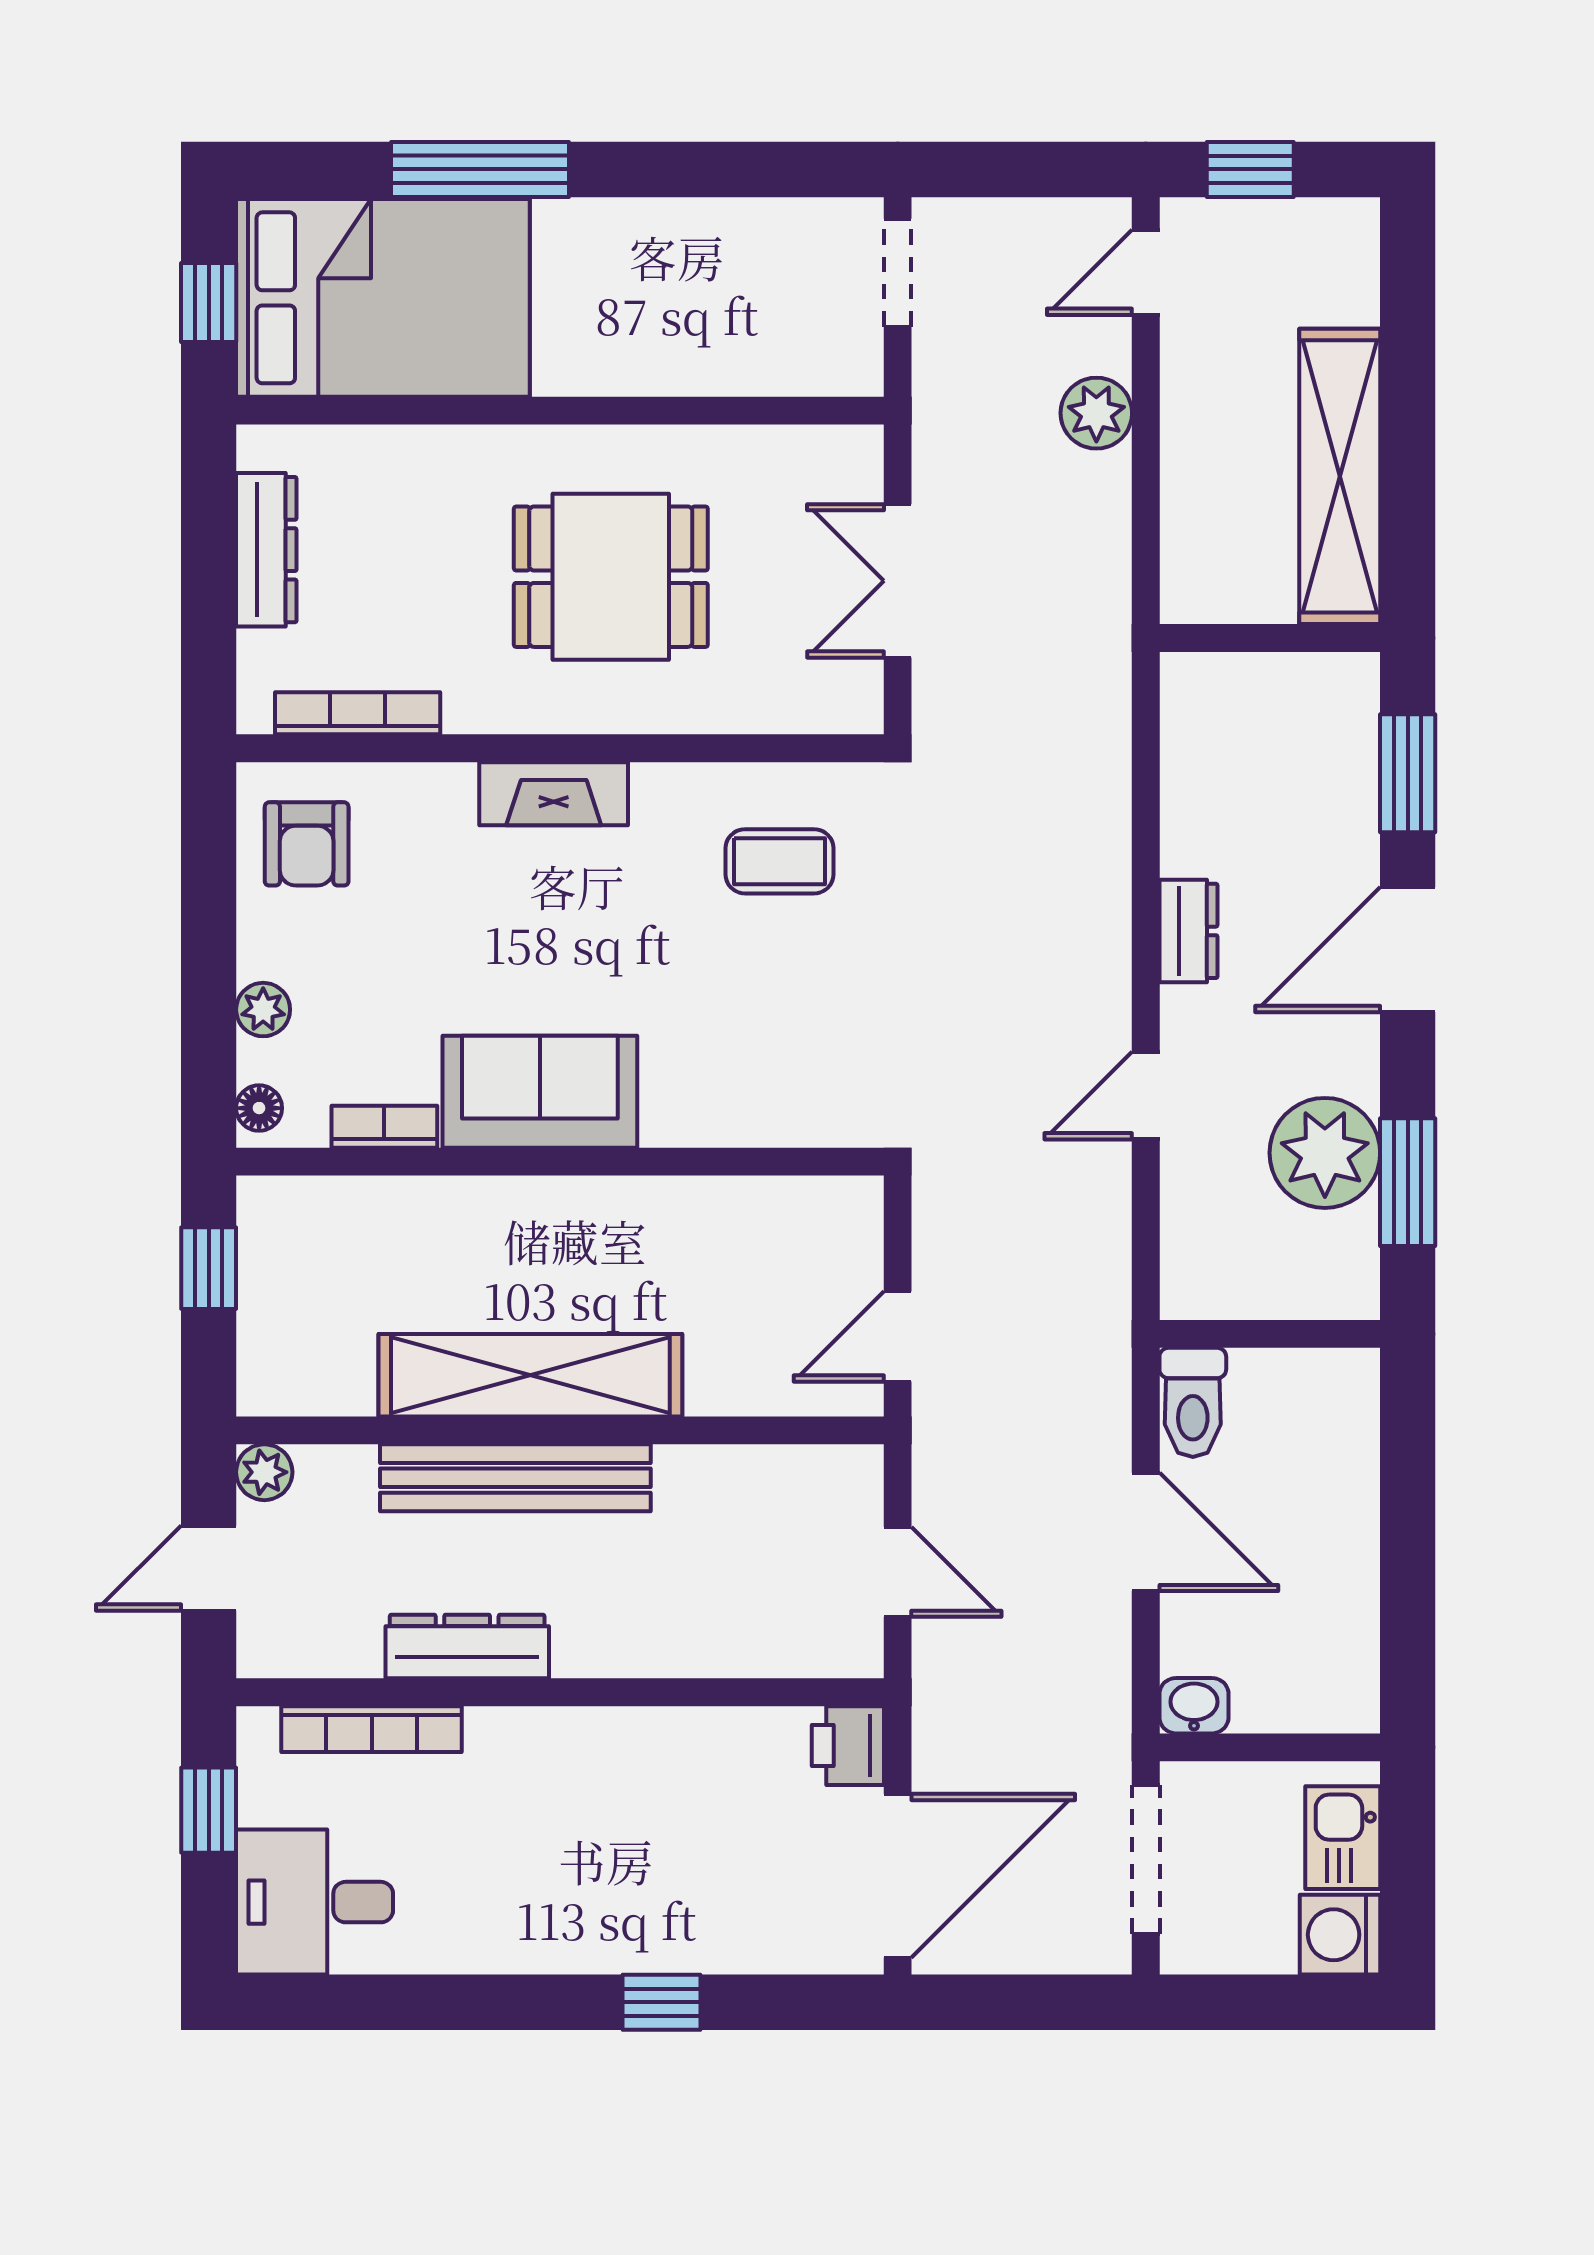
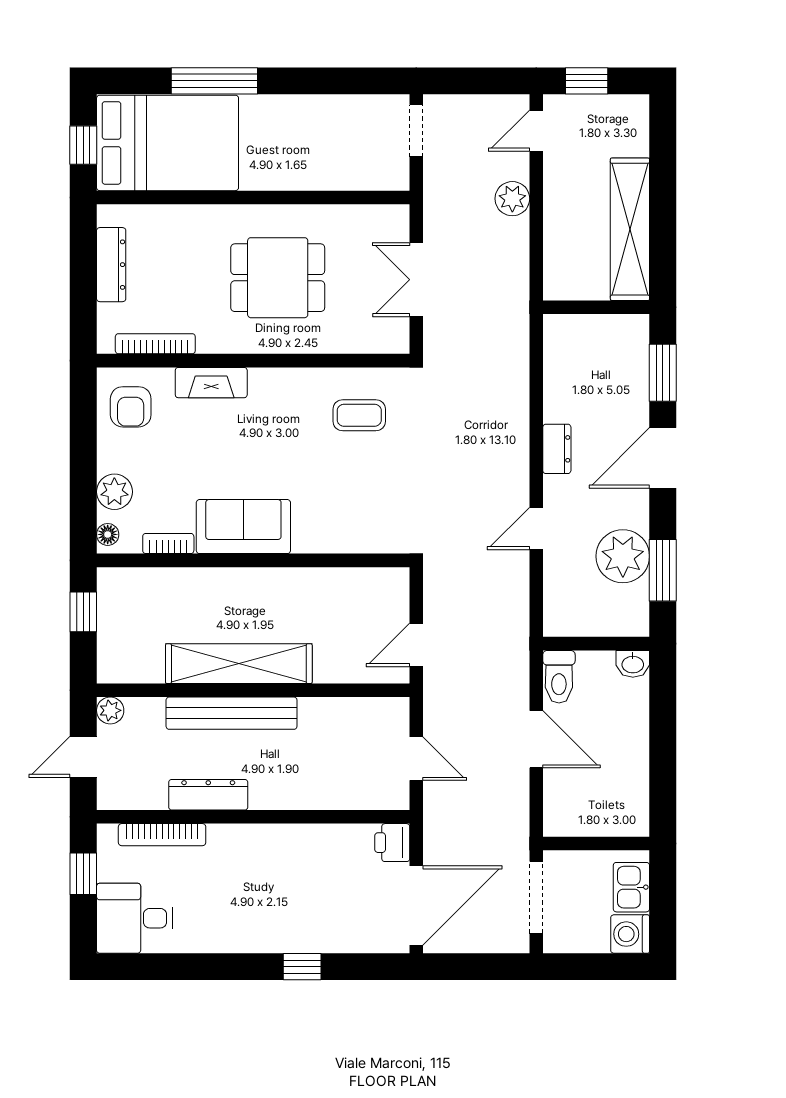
fireplace: (554, 794) -> (211, 383), moved
plant: (263, 1010) -> (114, 492), width x1.38, depth x1.38
washbasin: (1194, 1706) -> (633, 664), moved, turned 180

